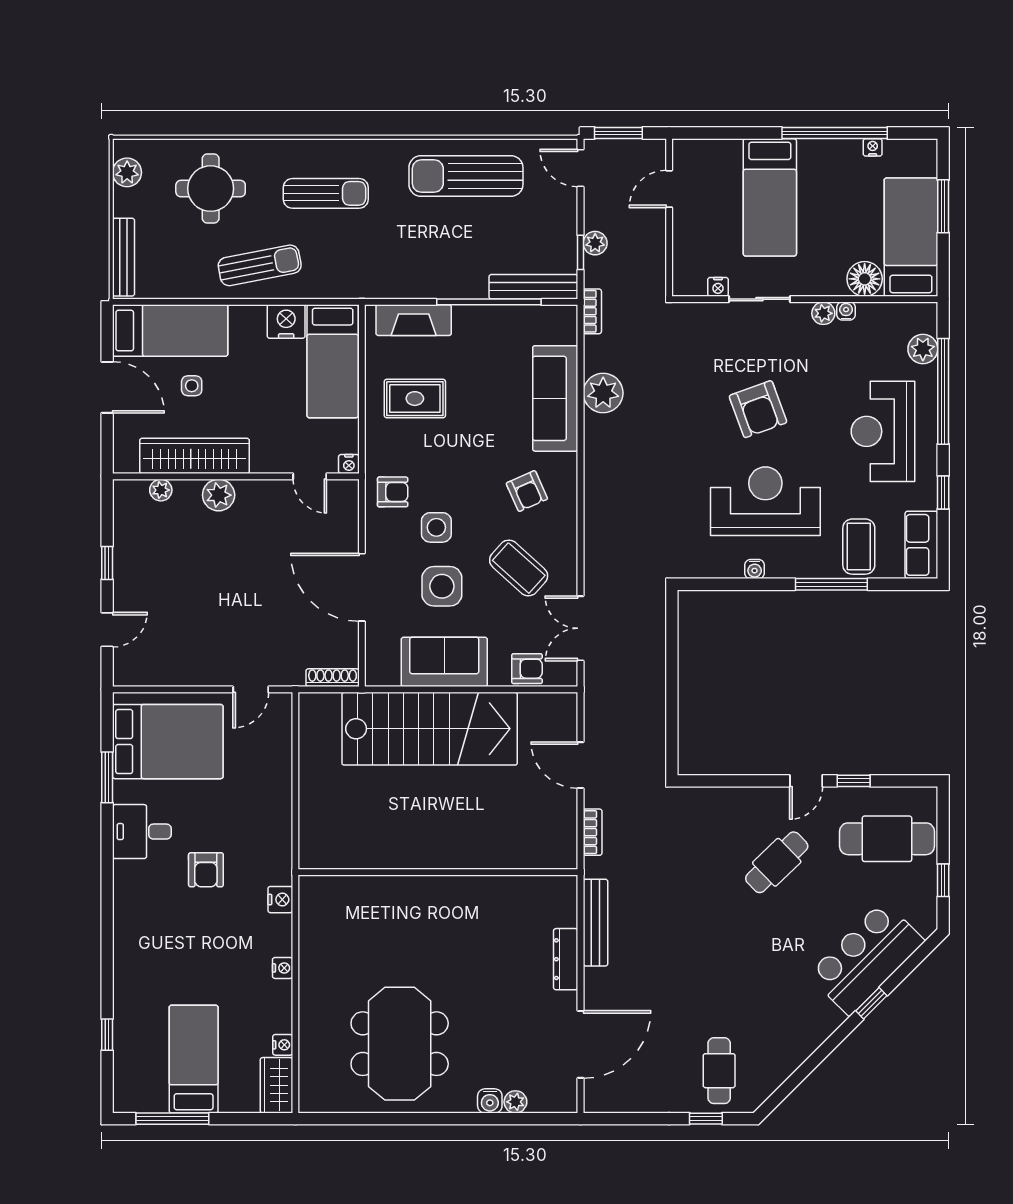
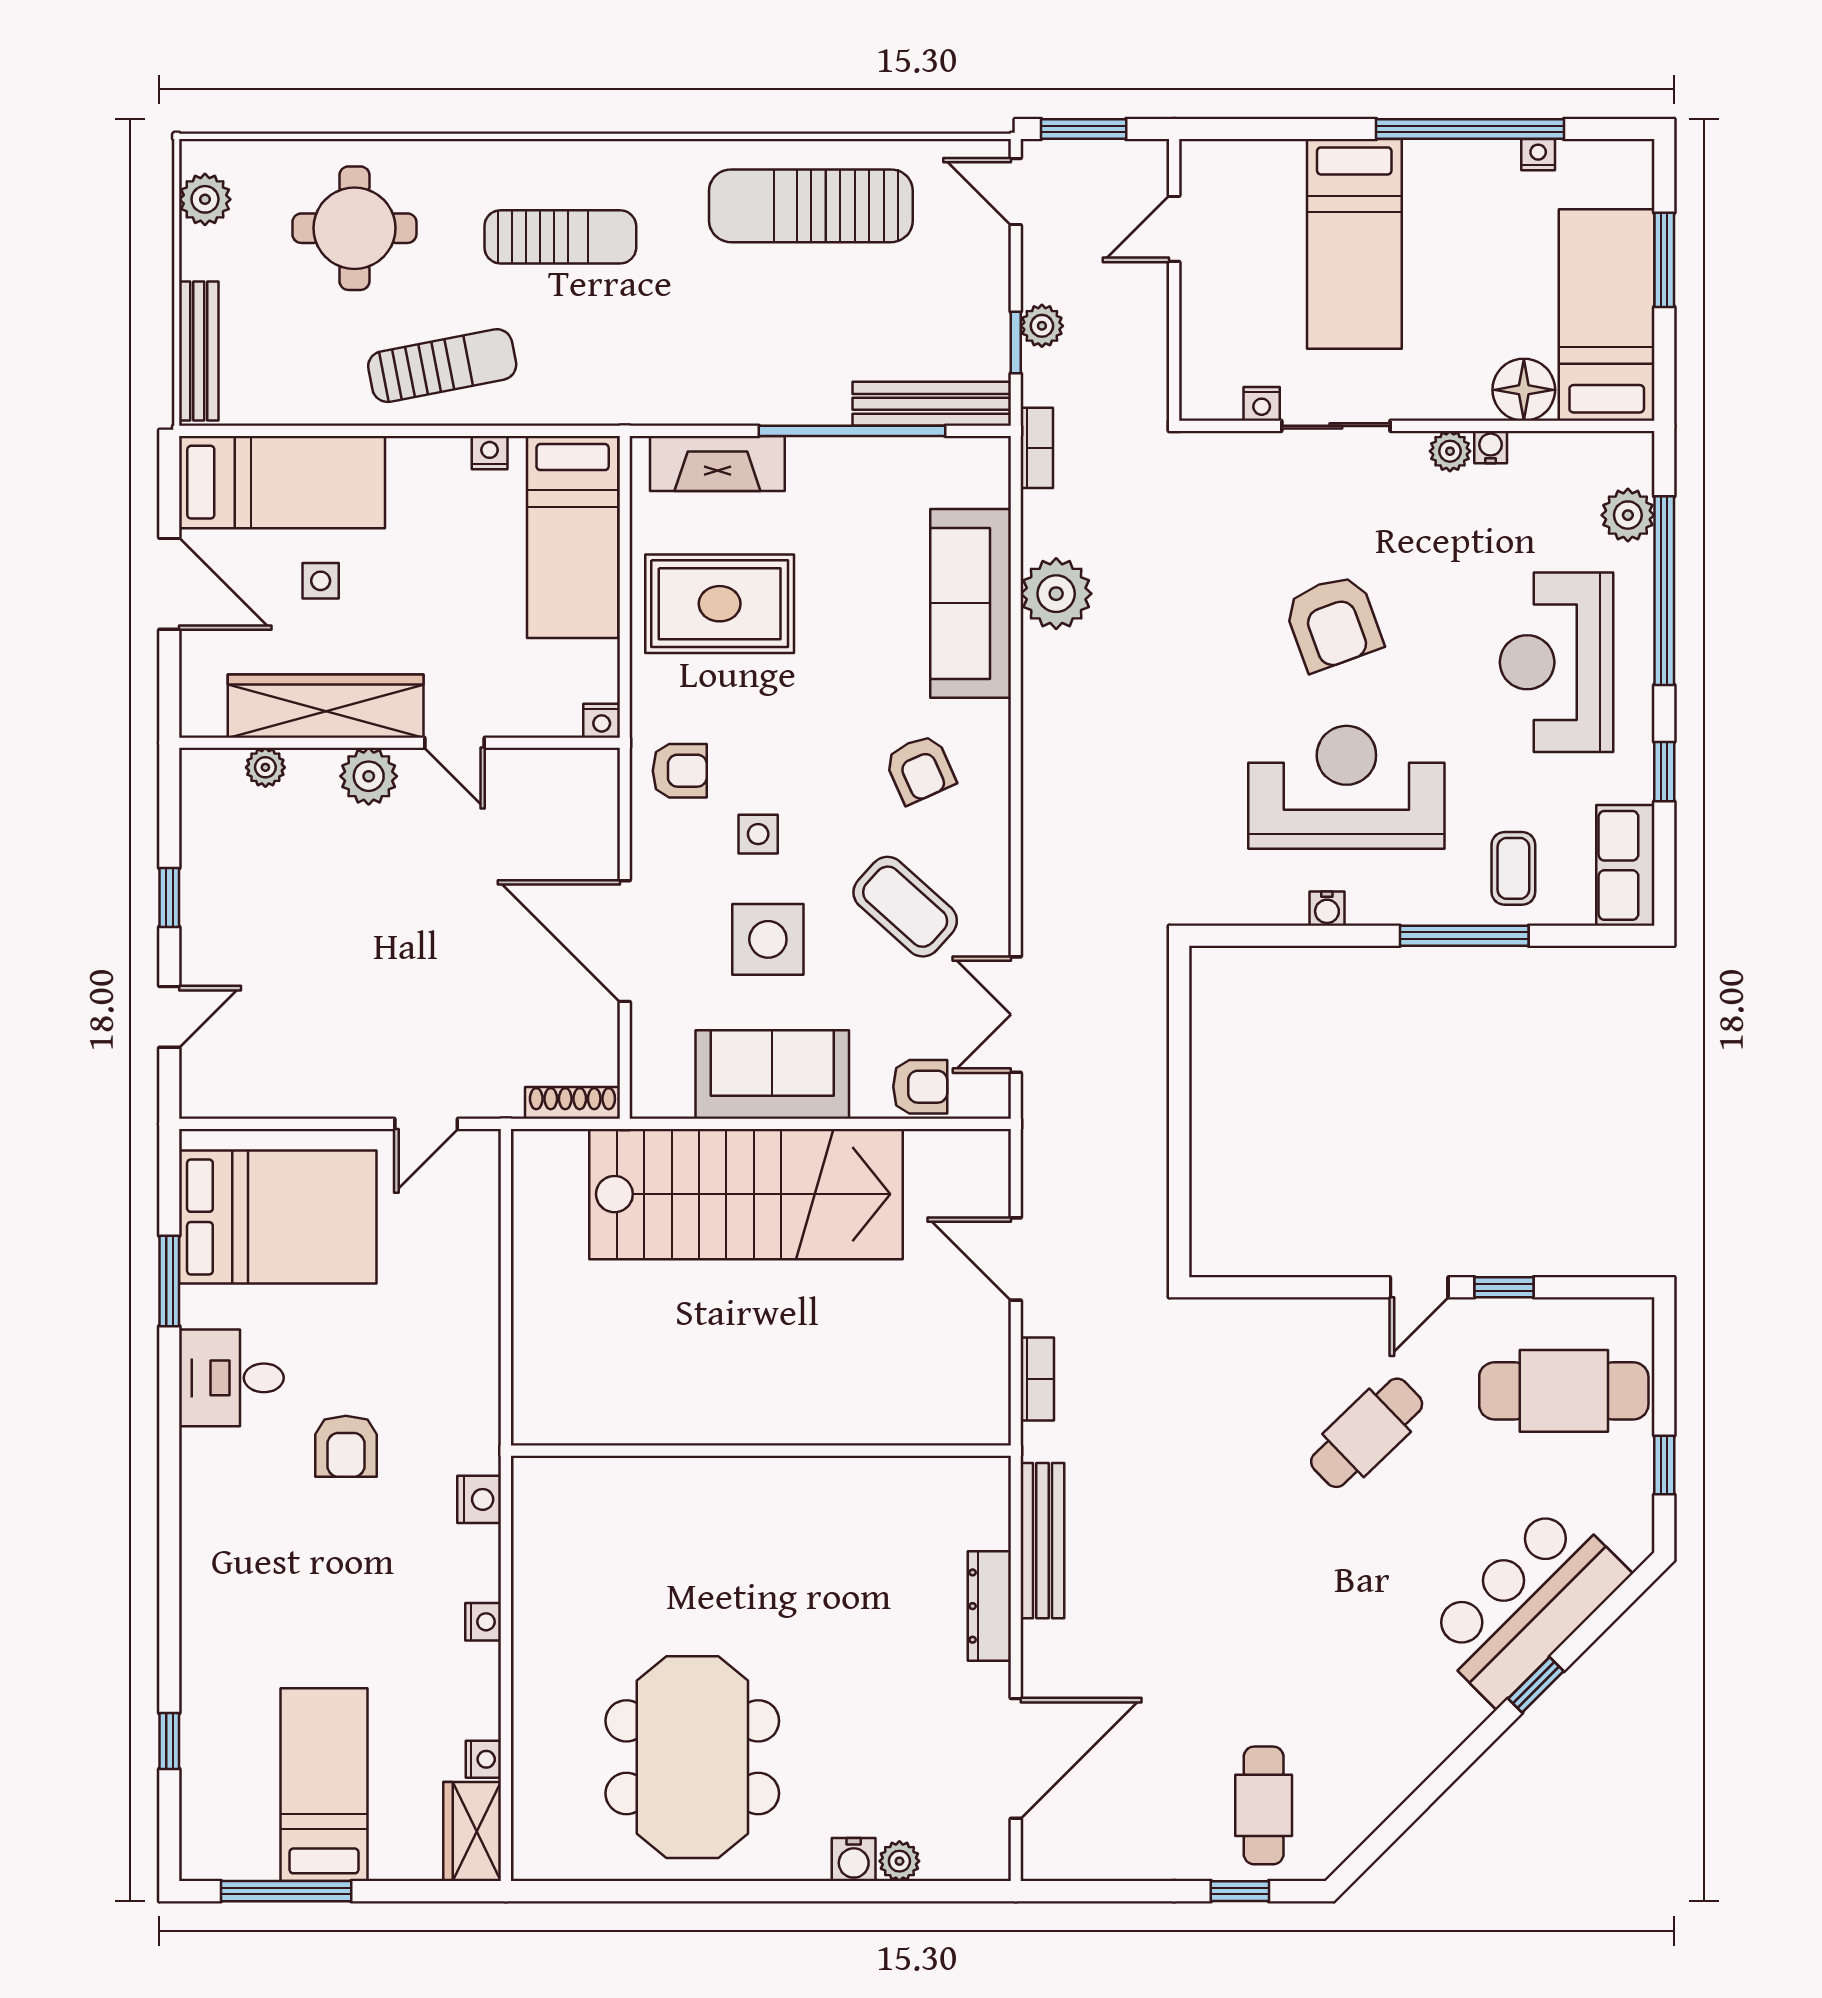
nightstand: (286, 321) -> (490, 453), width x0.53, depth x0.56
rug: (415, 399) -> (720, 604), width x1.36, depth x1.43
door: (310, 476) -> (455, 743), moved
side table: (436, 527) -> (758, 834), width x0.73, depth x0.73
coffee table: (859, 547) -> (1513, 868), width x0.73, depth x0.77

